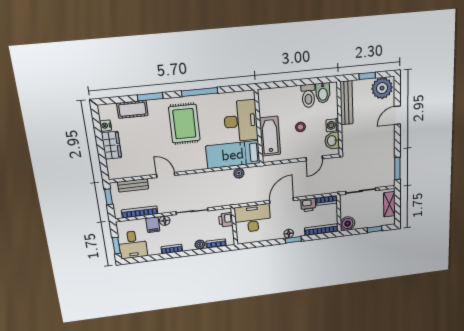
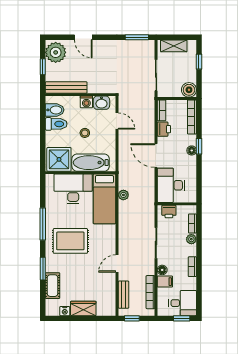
shower: (271, 103) -> (59, 159), added

